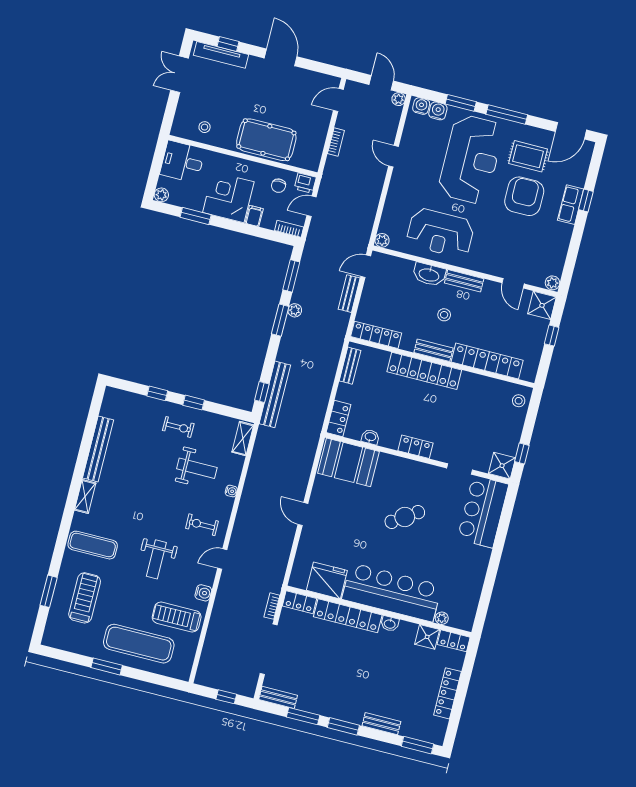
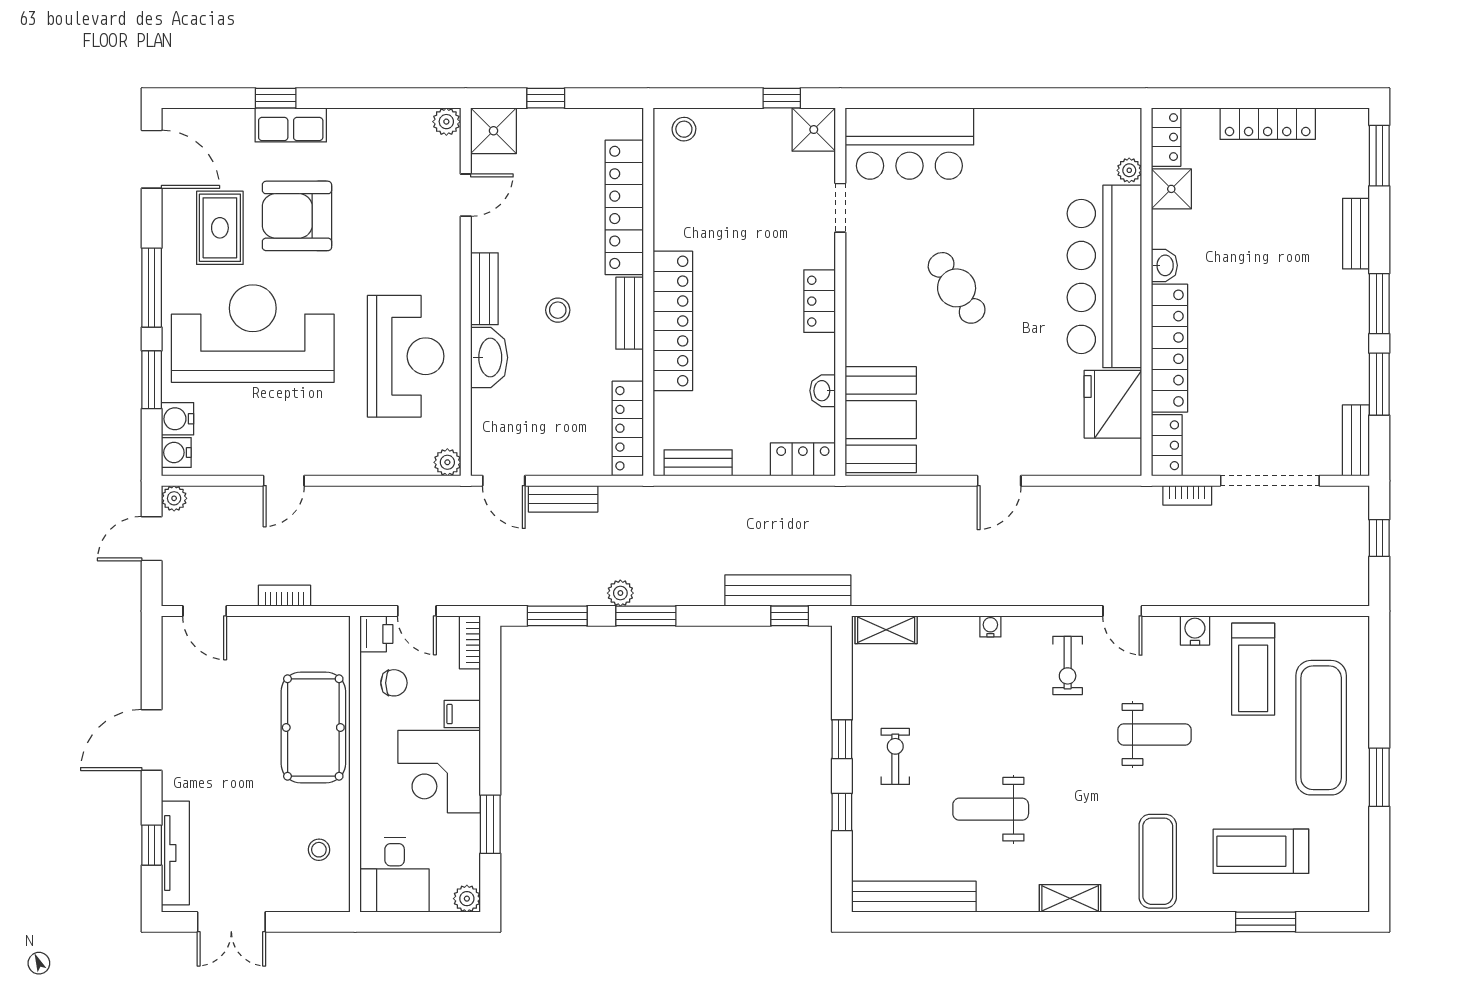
bench: (98, 449) -> (914, 897), moved
weight bench: (197, 468) -> (991, 809), moved, turned -90

